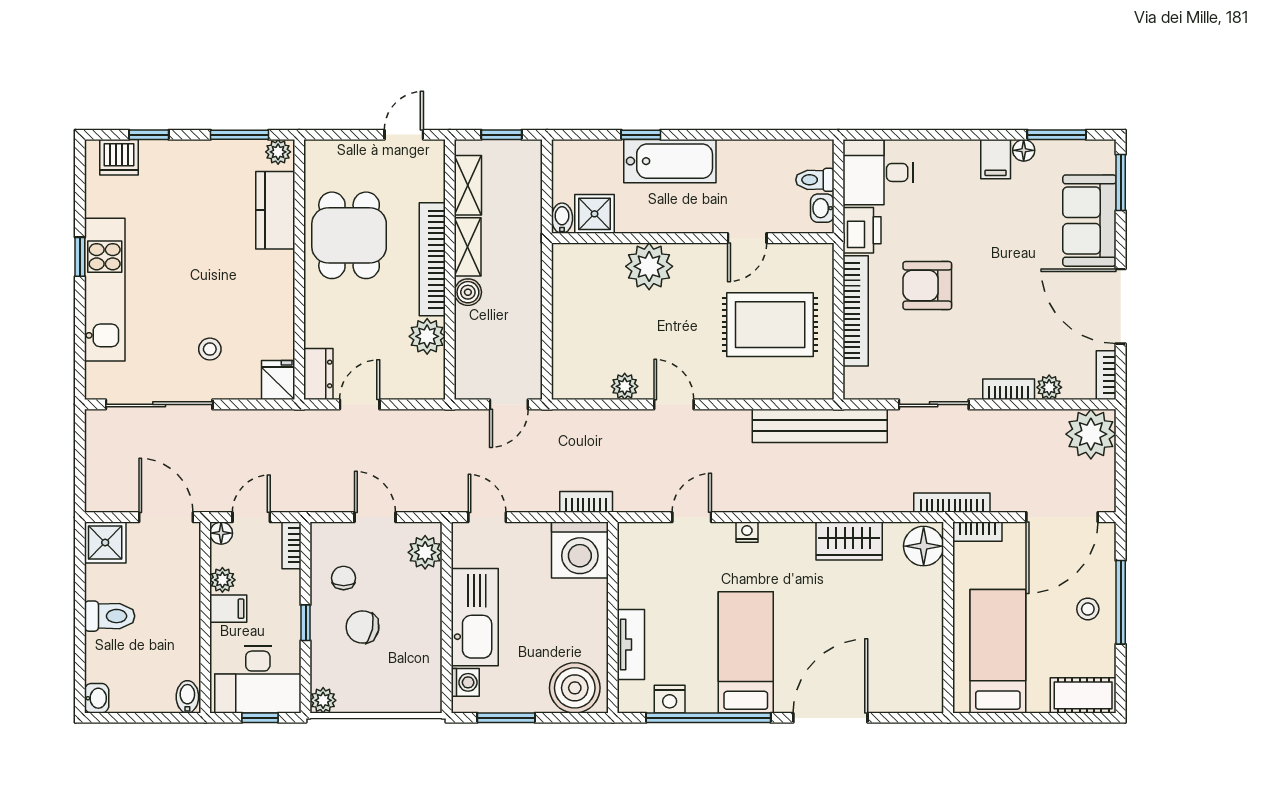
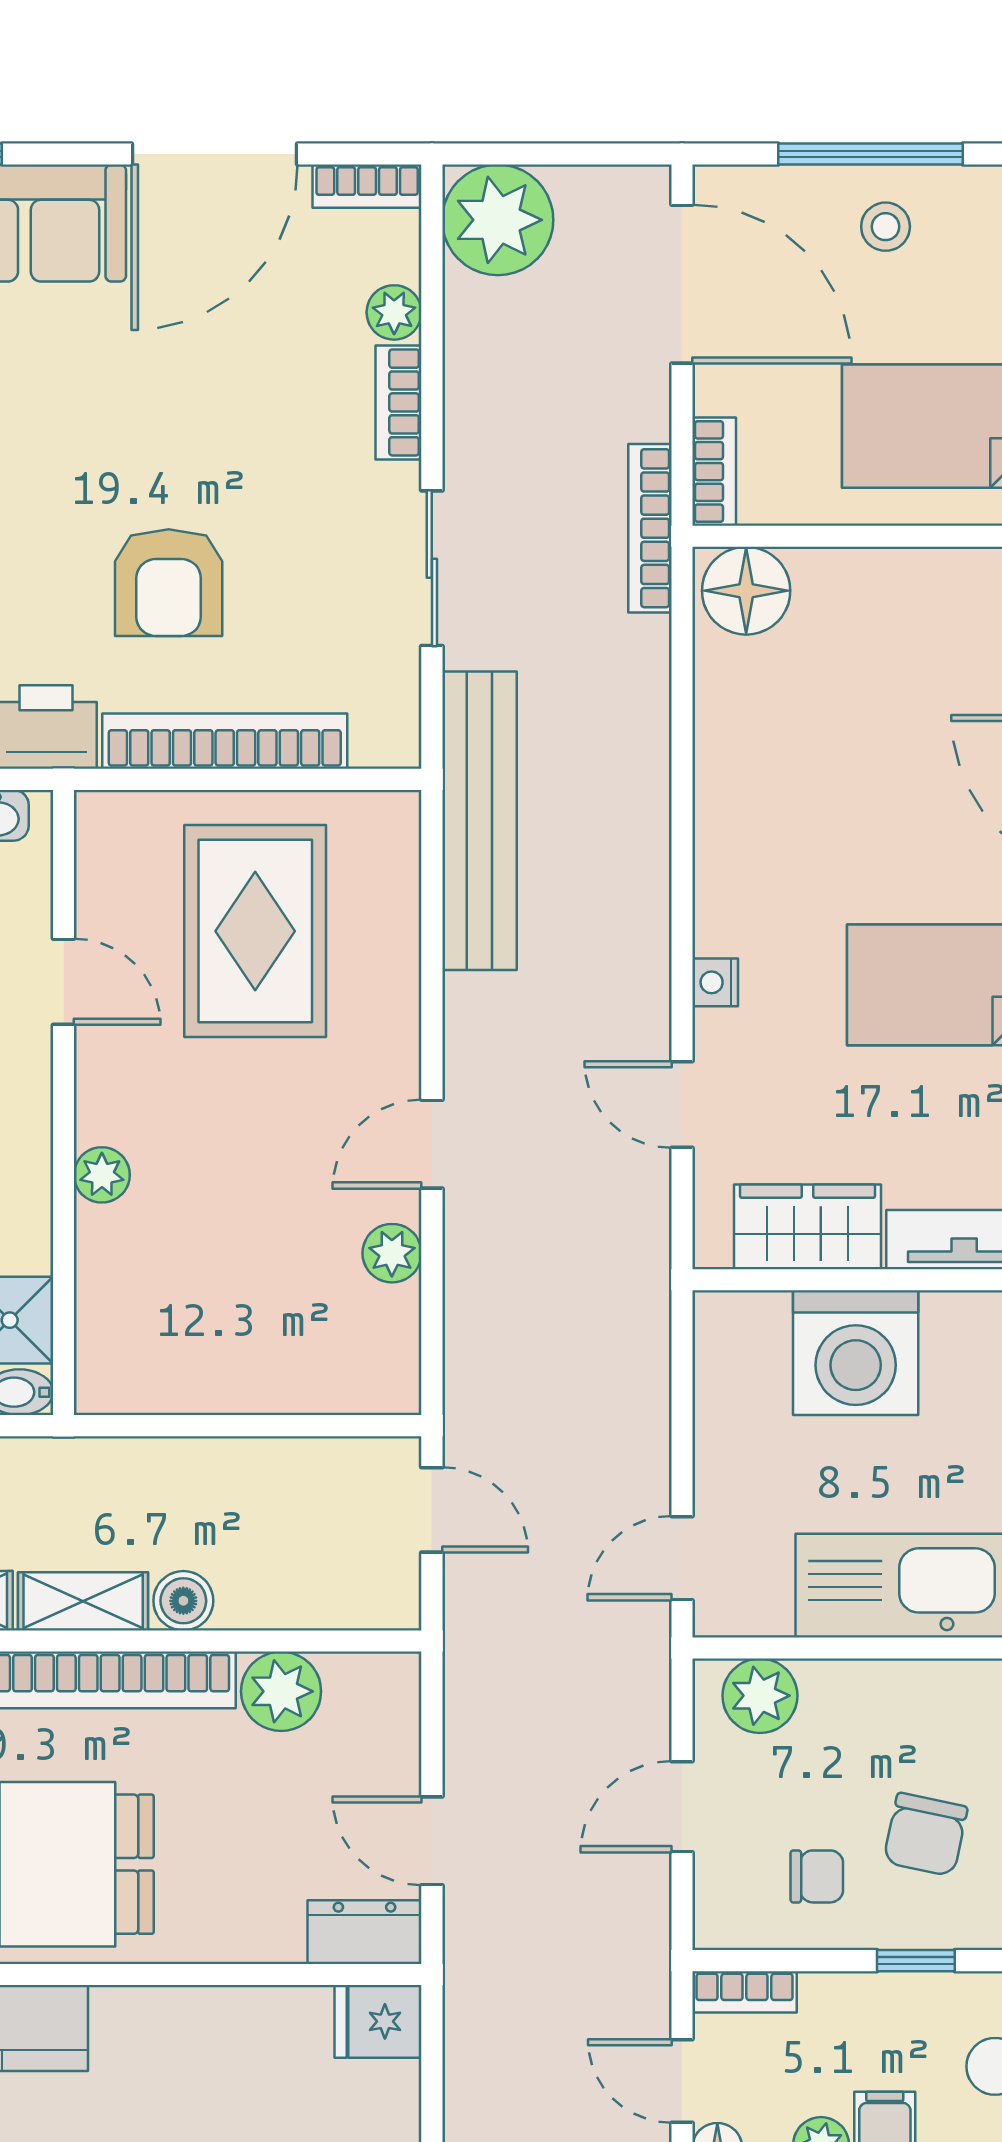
plant: (649, 266) -> (102, 1175), width x0.53, depth x0.53
bookcase: (586, 502) -> (648, 1339), removed
wardrobe: (849, 541) -> (807, 1227), moved, turned -90
washing machine: (580, 550) -> (856, 1353), moved, turned 90
chair: (344, 578) -> (817, 1876), turned 180

